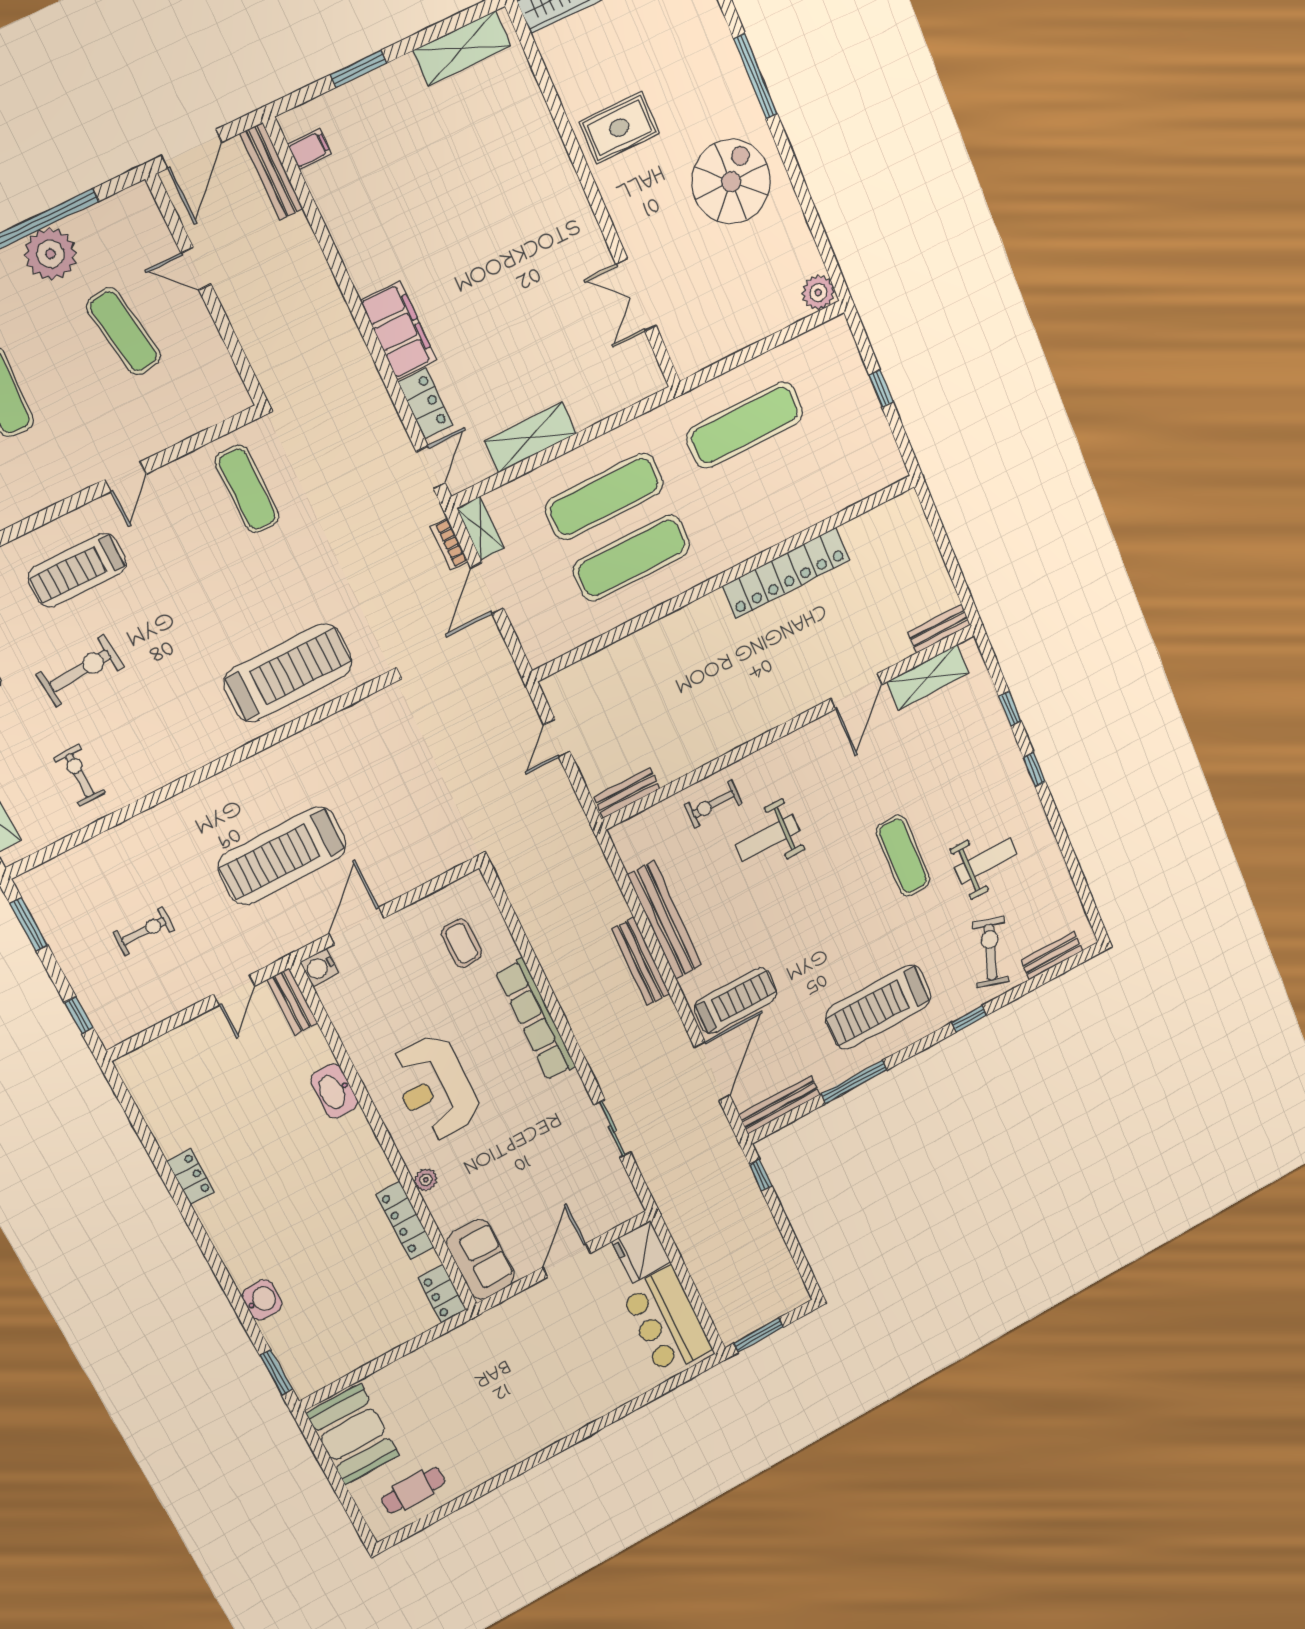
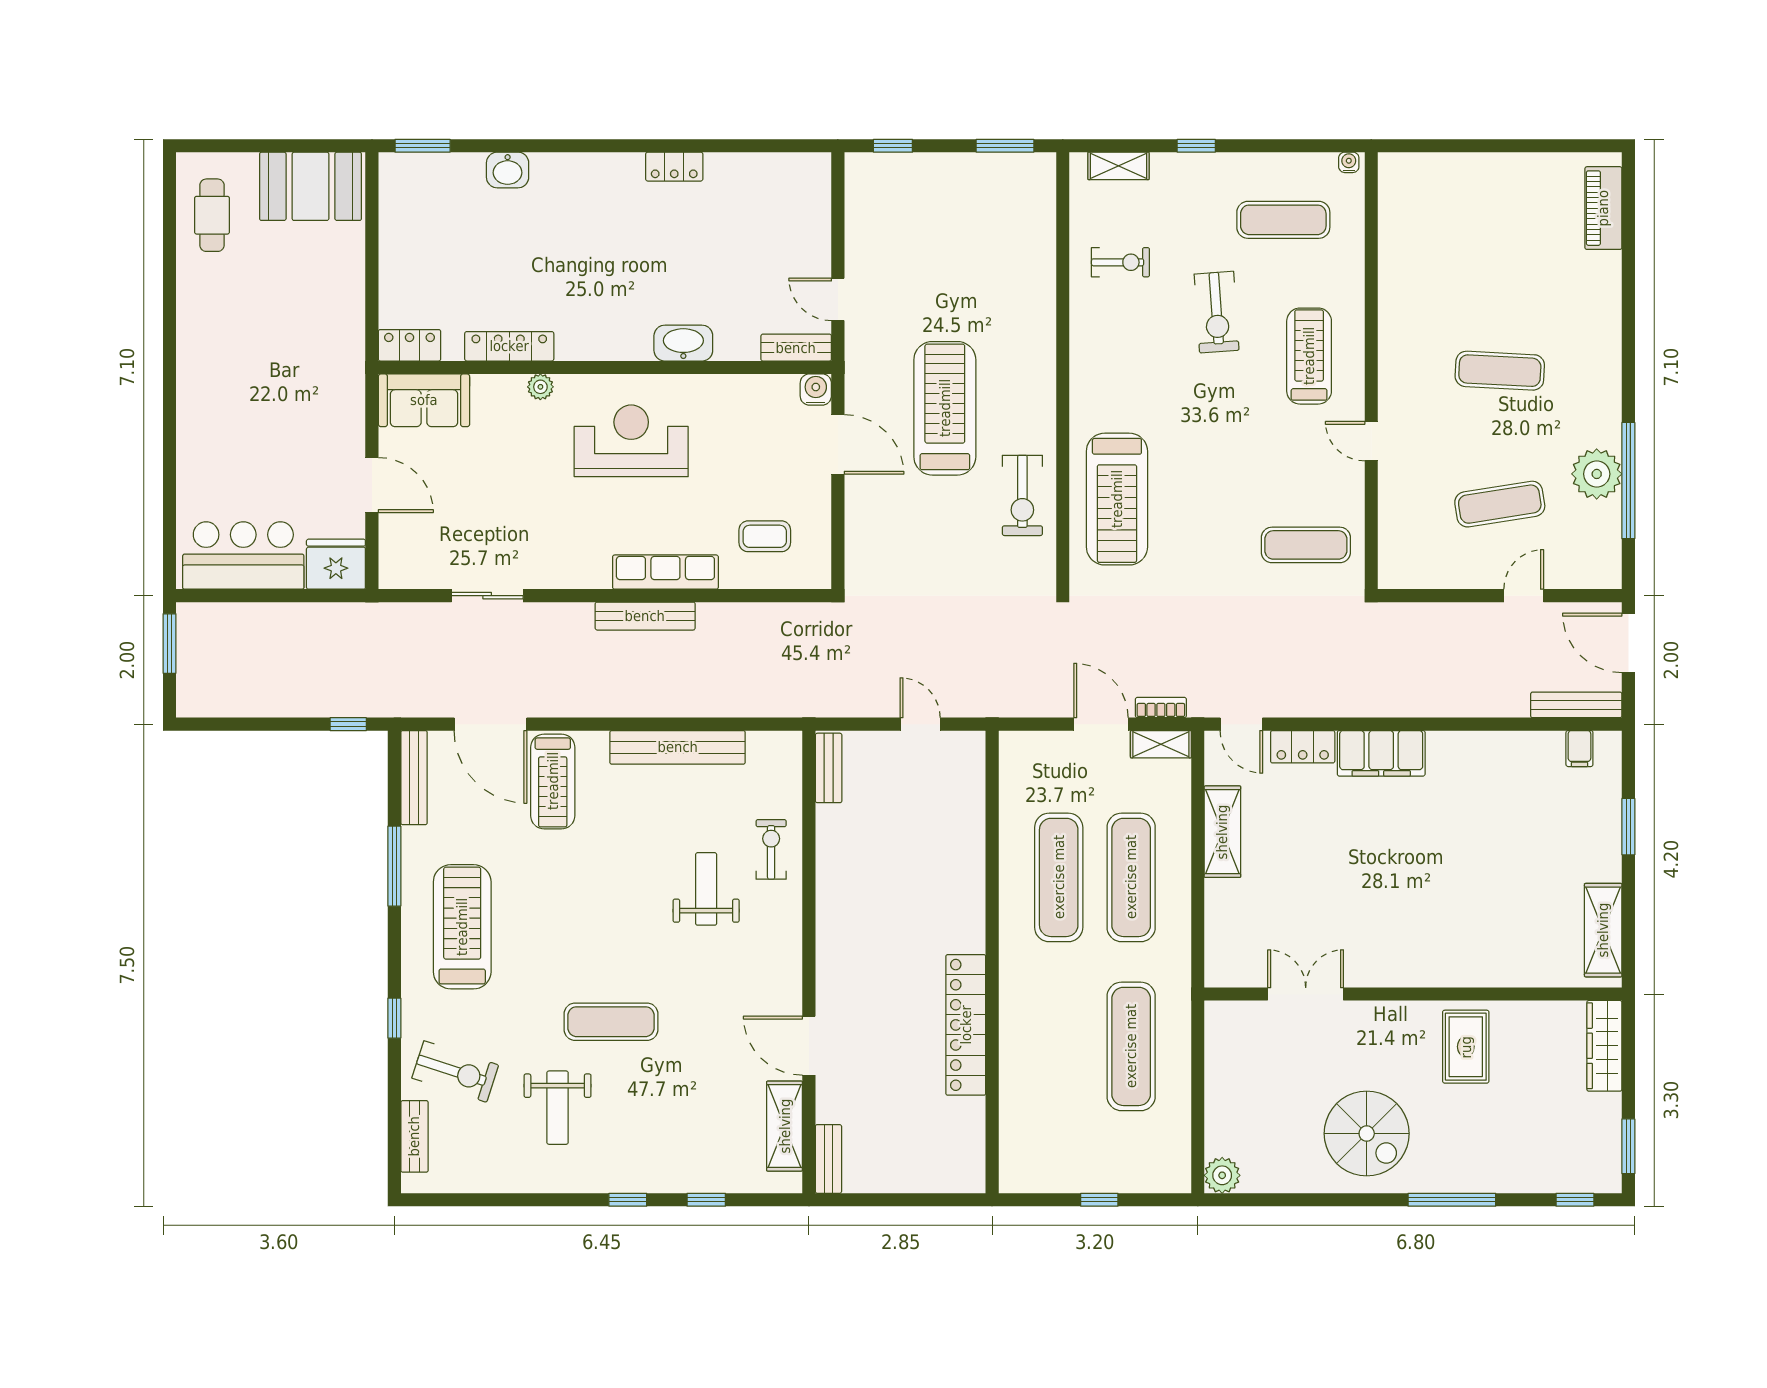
exercise bike: (144, 931) -> (1022, 495), moved, width x1.38, depth x1.39
bench: (641, 961) -> (645, 616), moved
row of seats: (536, 1019) -> (665, 572), width x0.73

